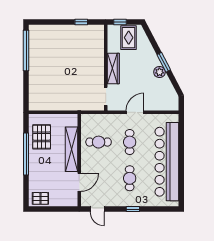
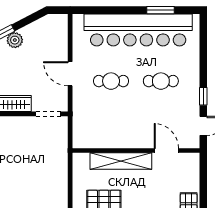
cafe table: (99, 142) -> (111, 124), removed
window: (181, 178) -> (161, 10), added
window: (133, 209) -> (203, 96), moved

